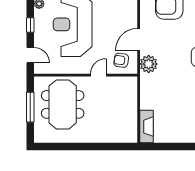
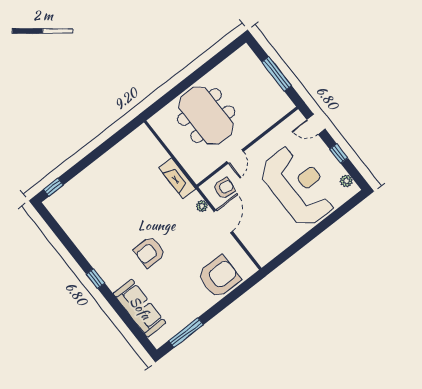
plant: (149, 64) -> (202, 206), width x0.53, depth x0.53
meeting table: (63, 104) -> (206, 116), moved
fireplace: (146, 127) -> (177, 178), moved

